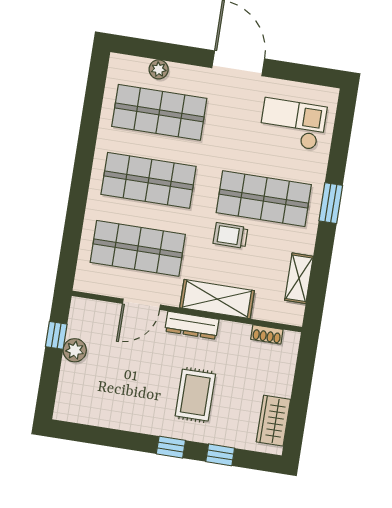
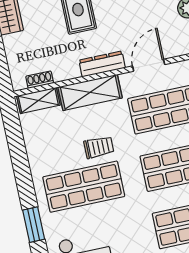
window: (331, 203) -> (34, 225), moved
shelving: (299, 278) -> (38, 101), moved, turned 90

